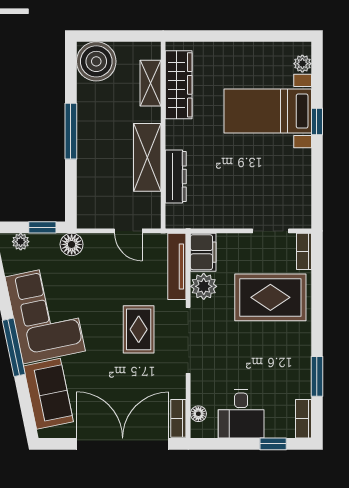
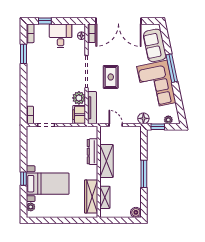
boiler: (96, 61) -> (136, 212), width x0.54, depth x0.54
rug: (270, 297) -> (46, 93), removed

